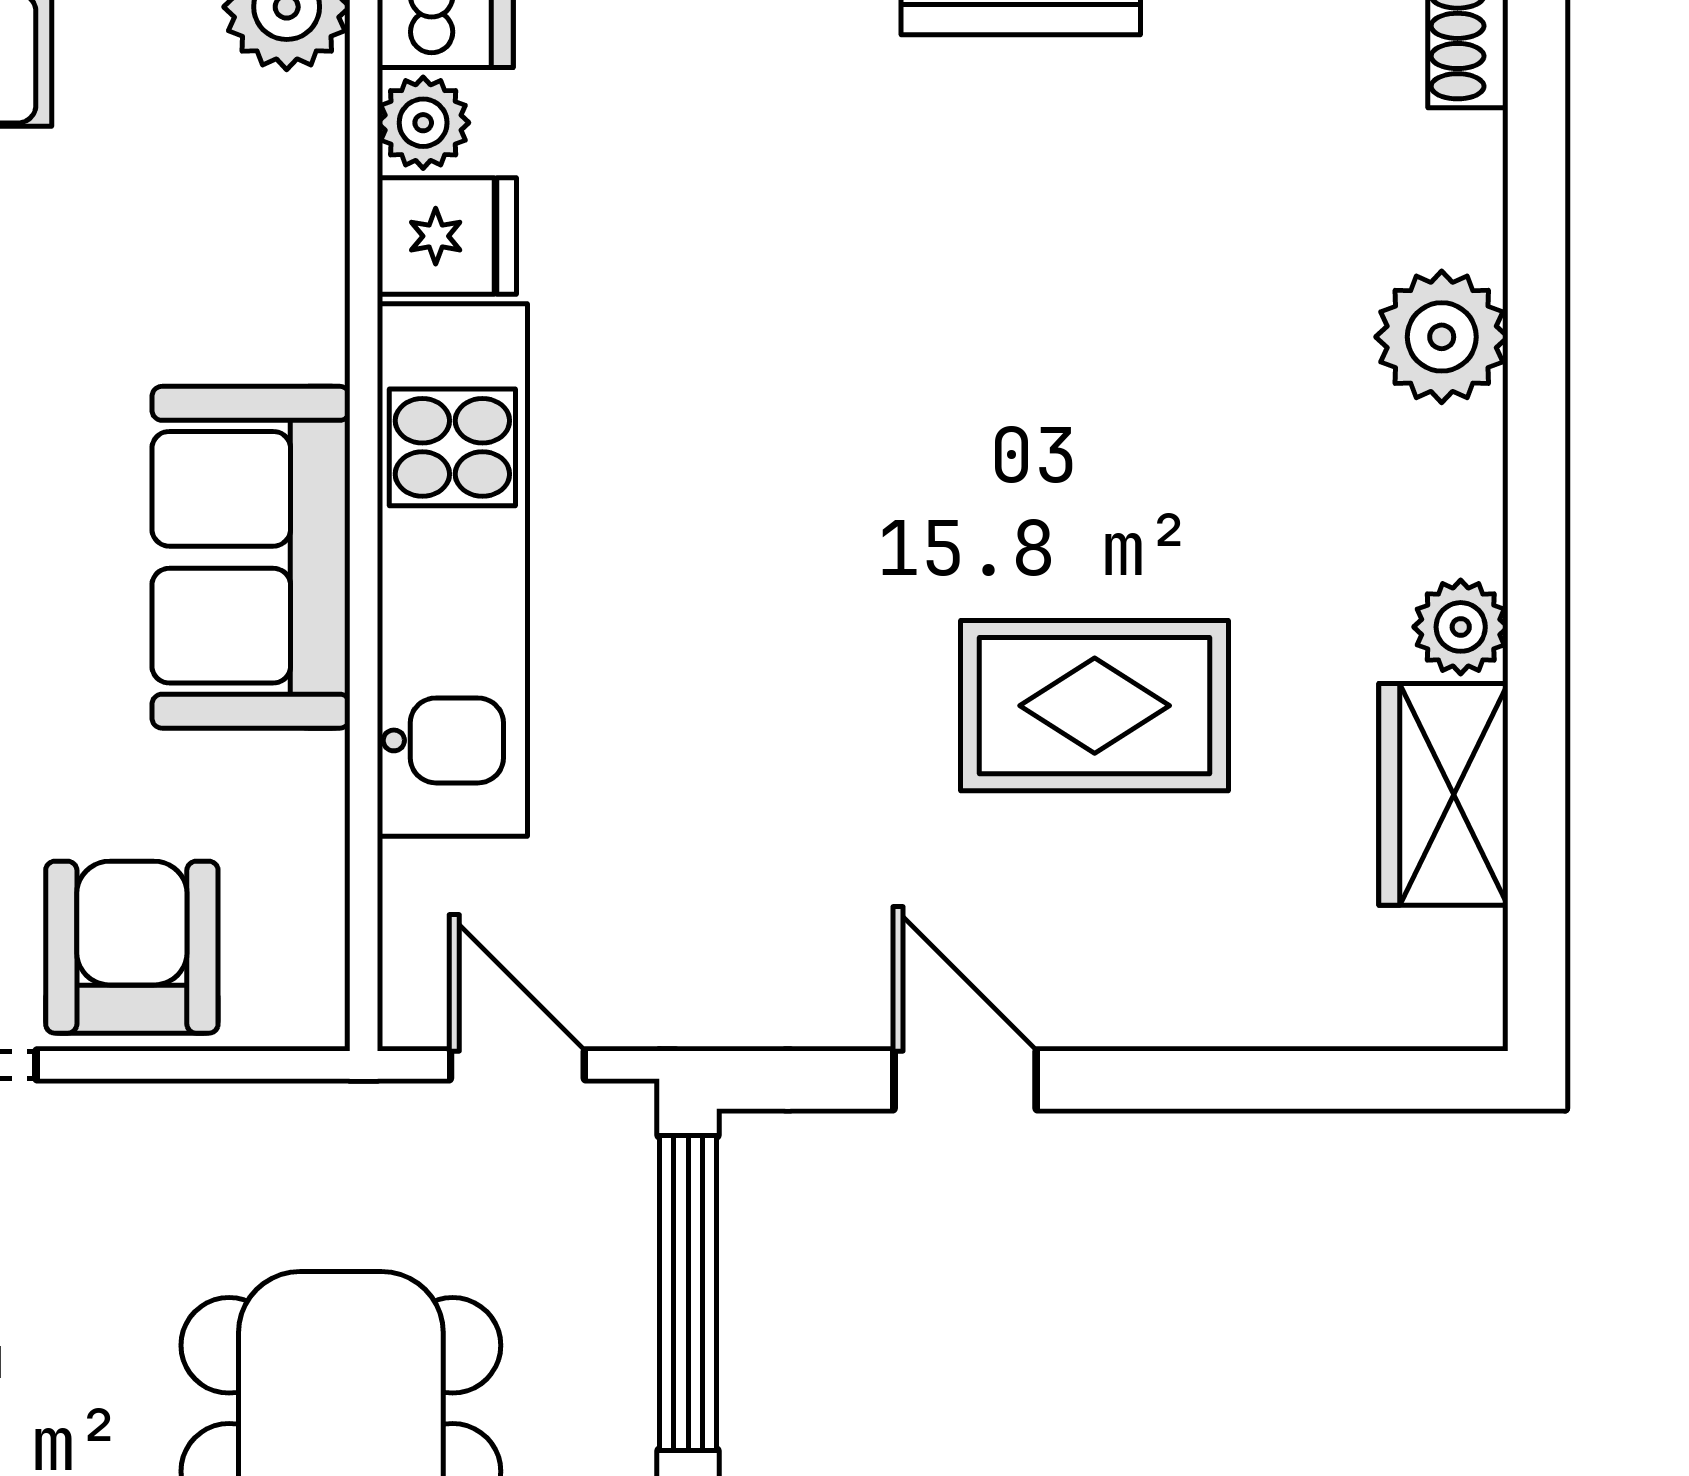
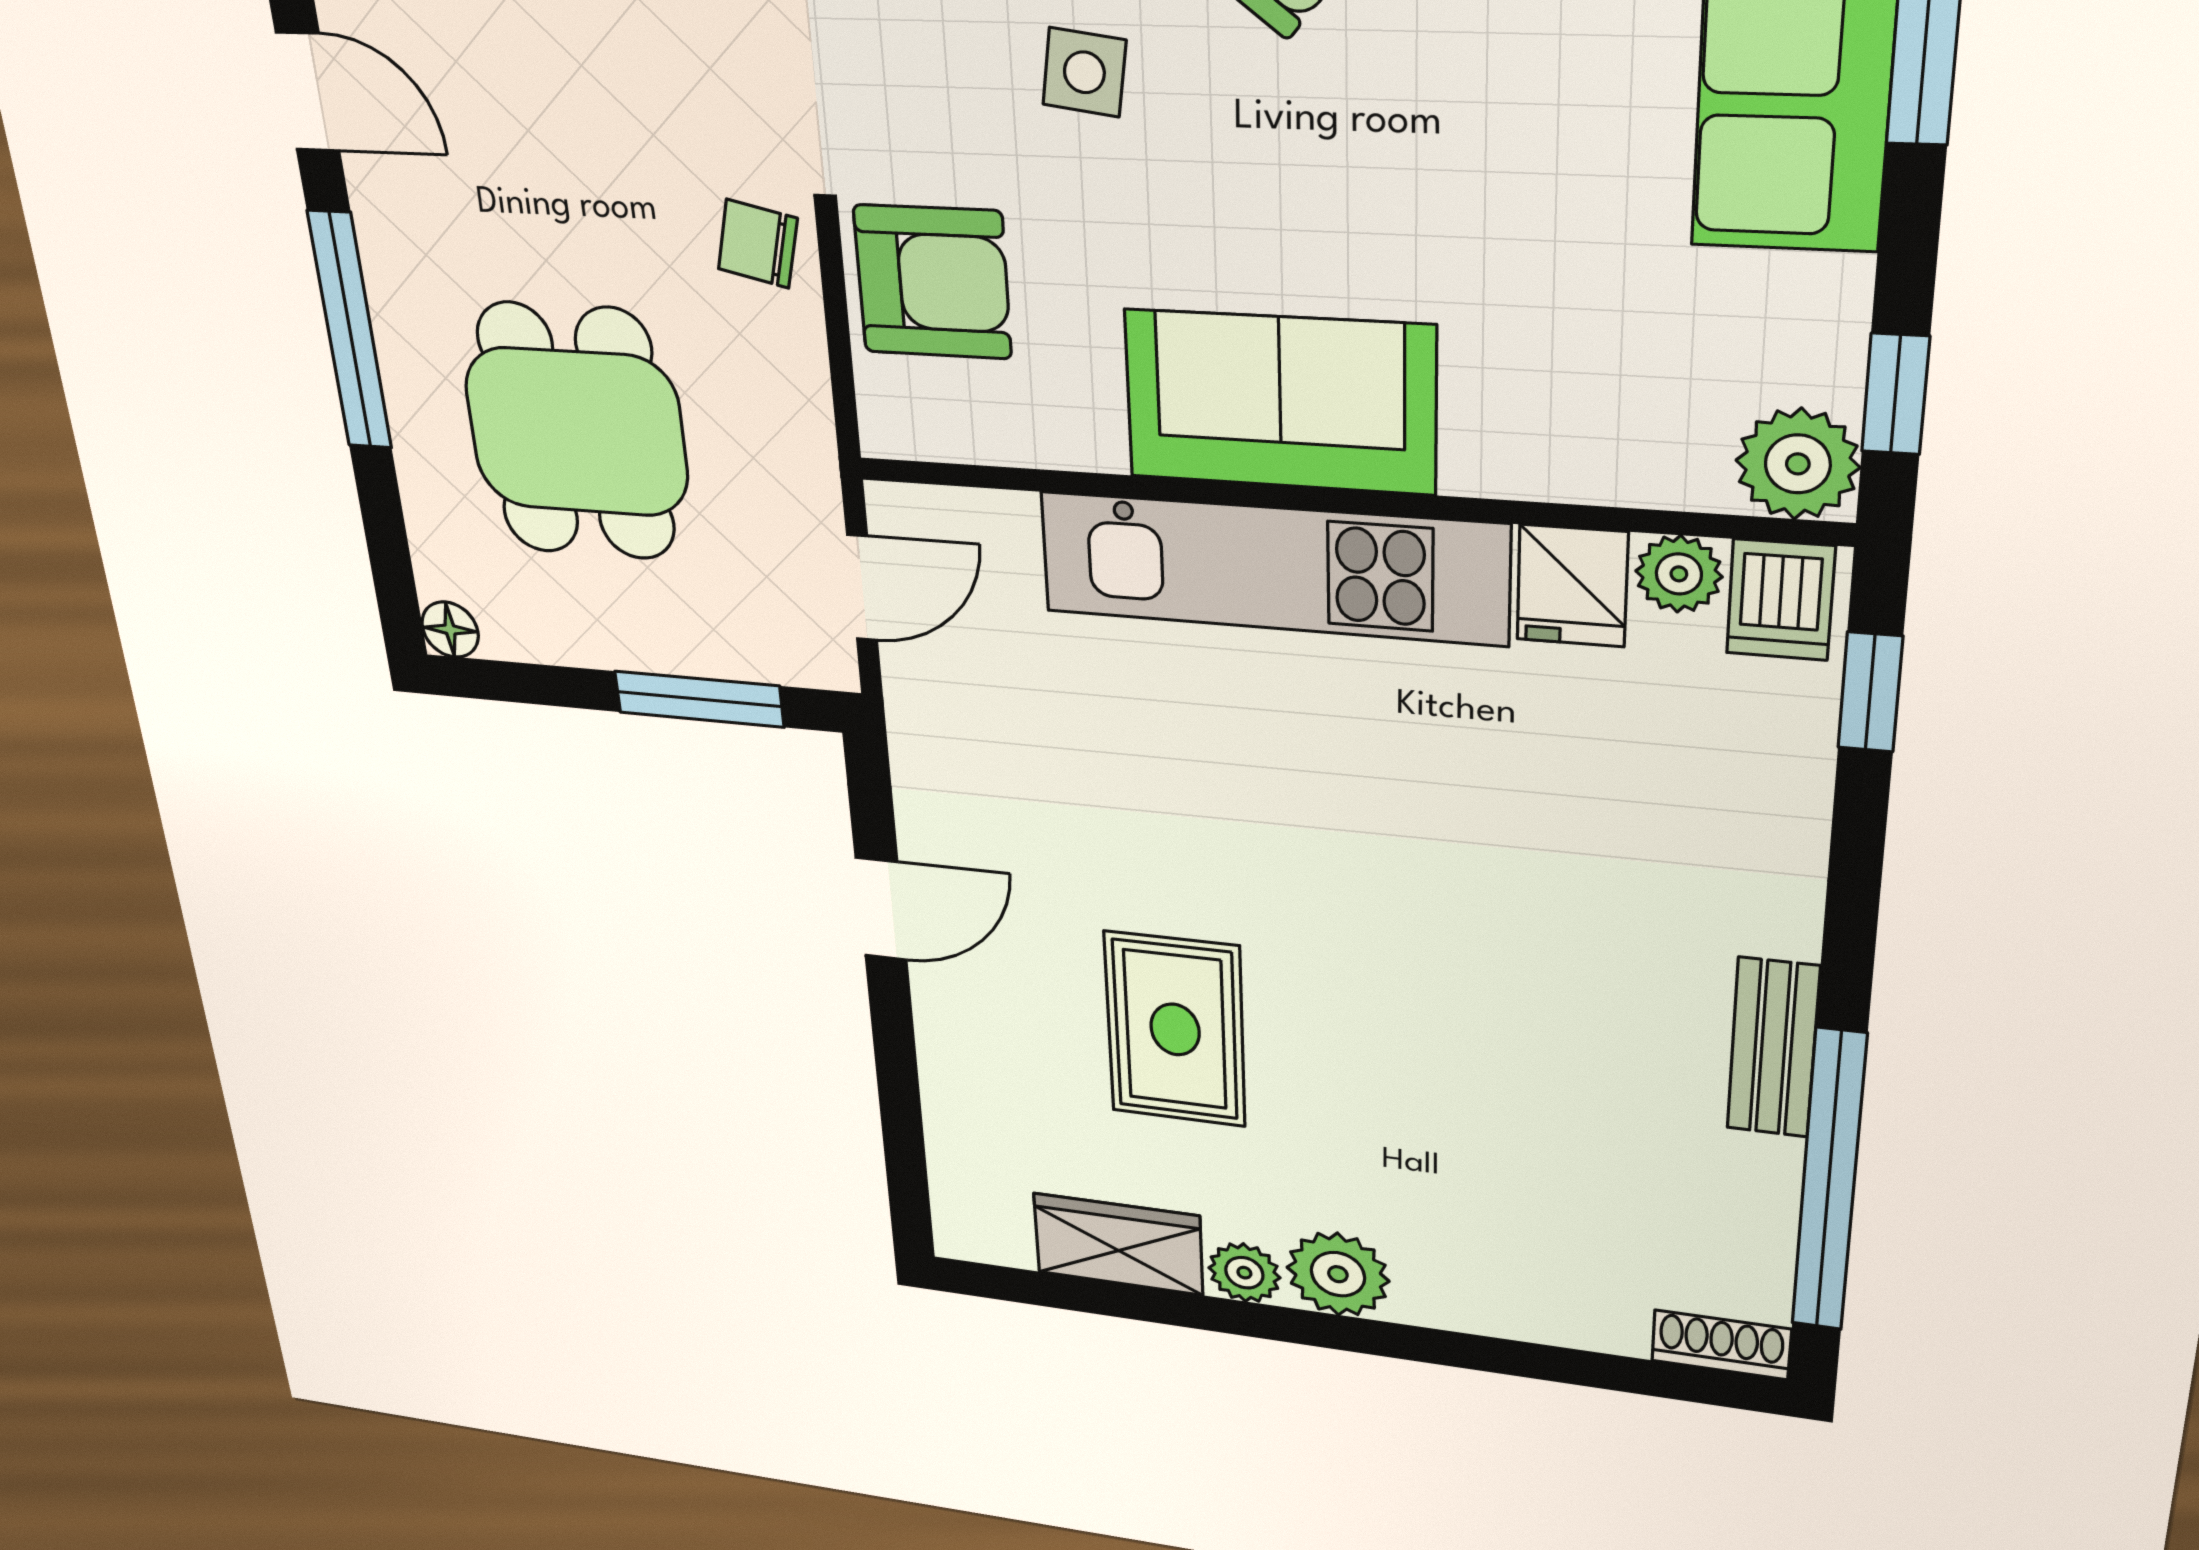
plant: (1442, 337) -> (1338, 1274), moved
chair: (96, 1151) -> (758, 244), added
window: (688, 1293) -> (699, 699), width x0.69

